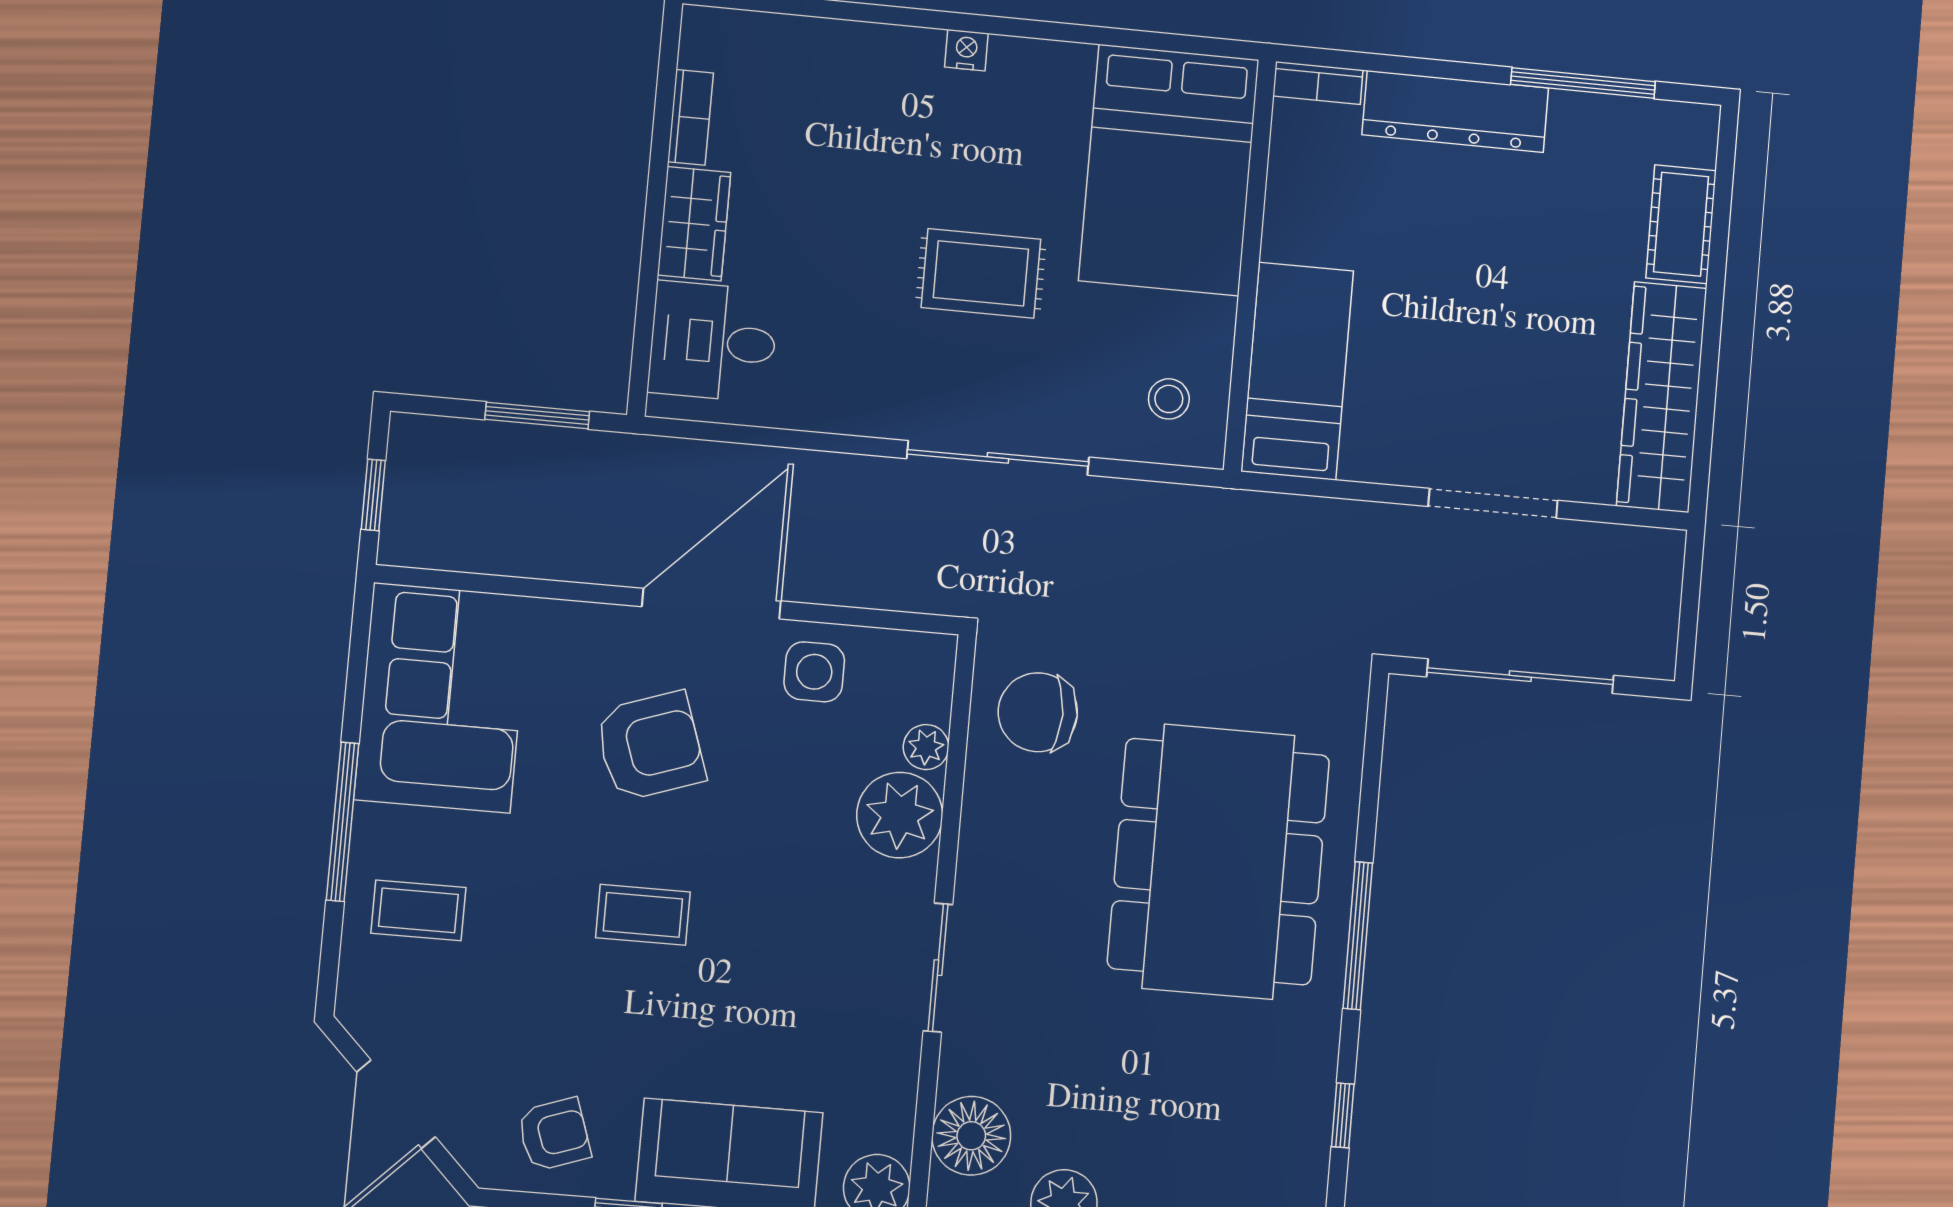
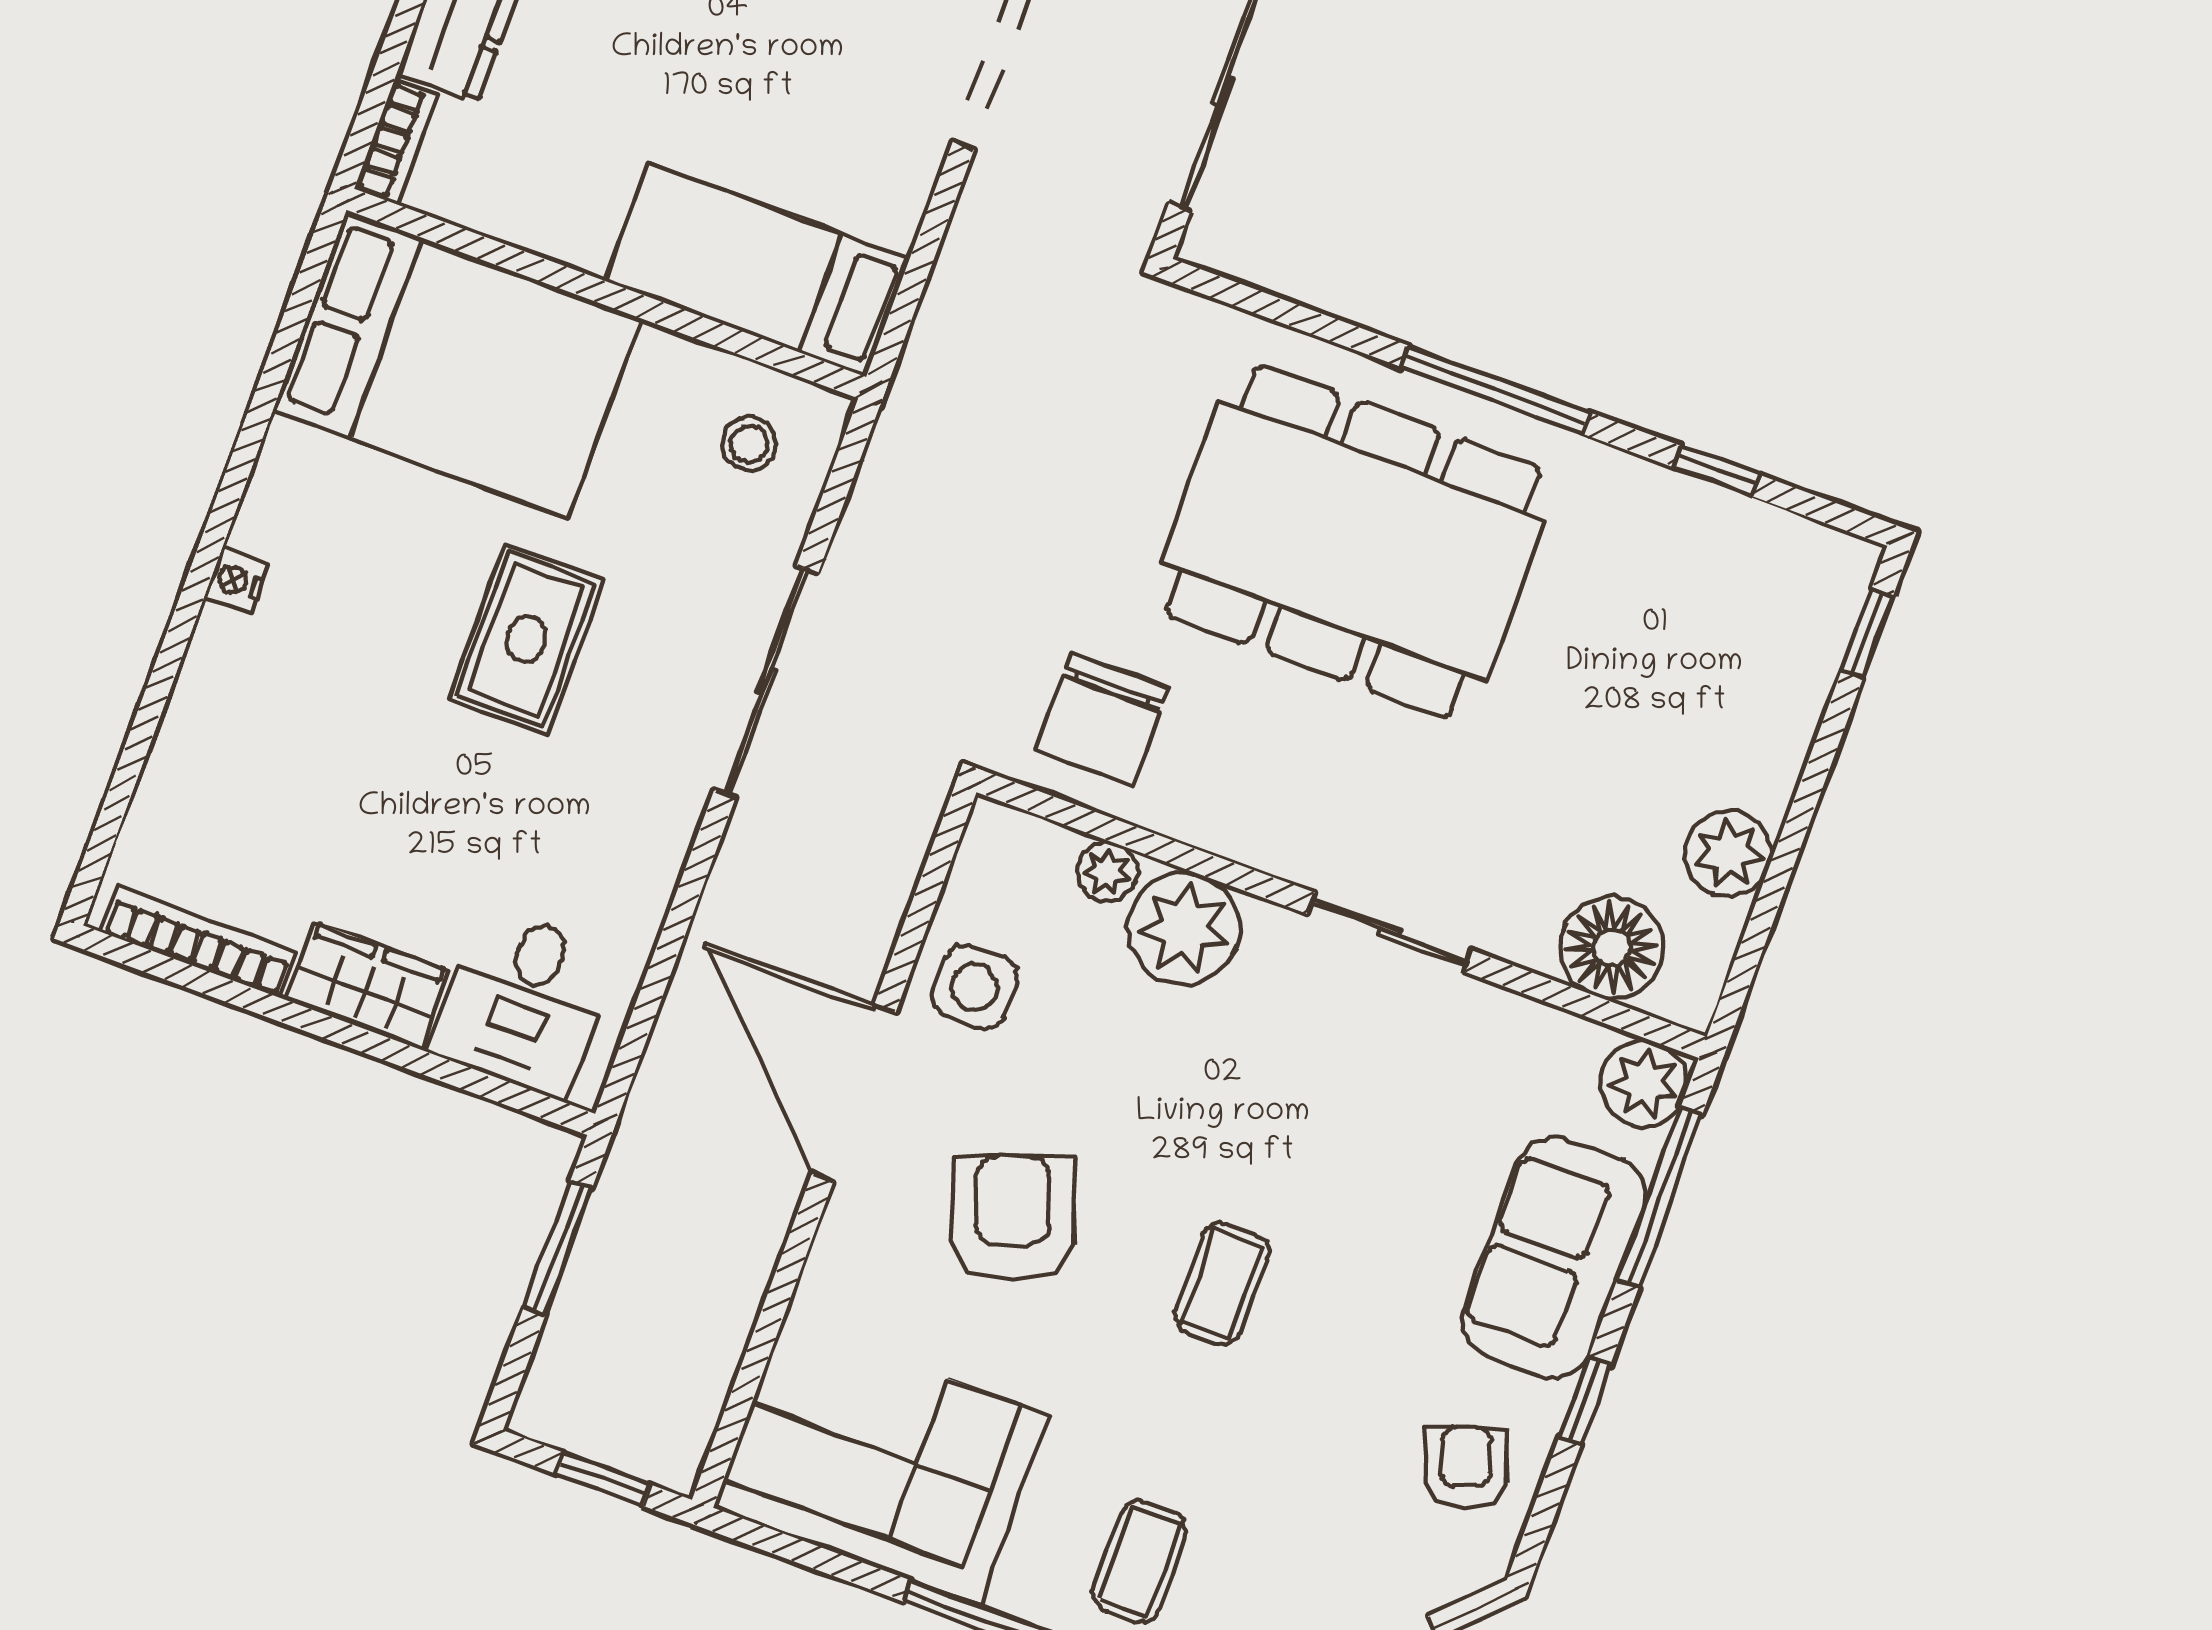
bookcase: (691, 117) -> (199, 942), width x1.56

